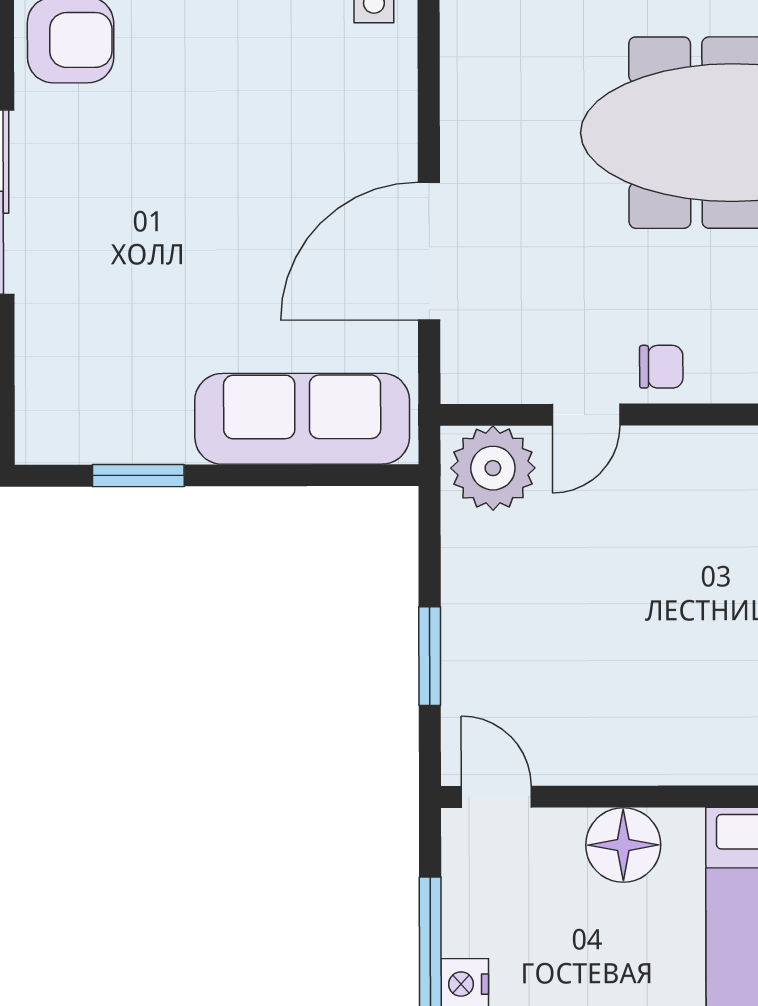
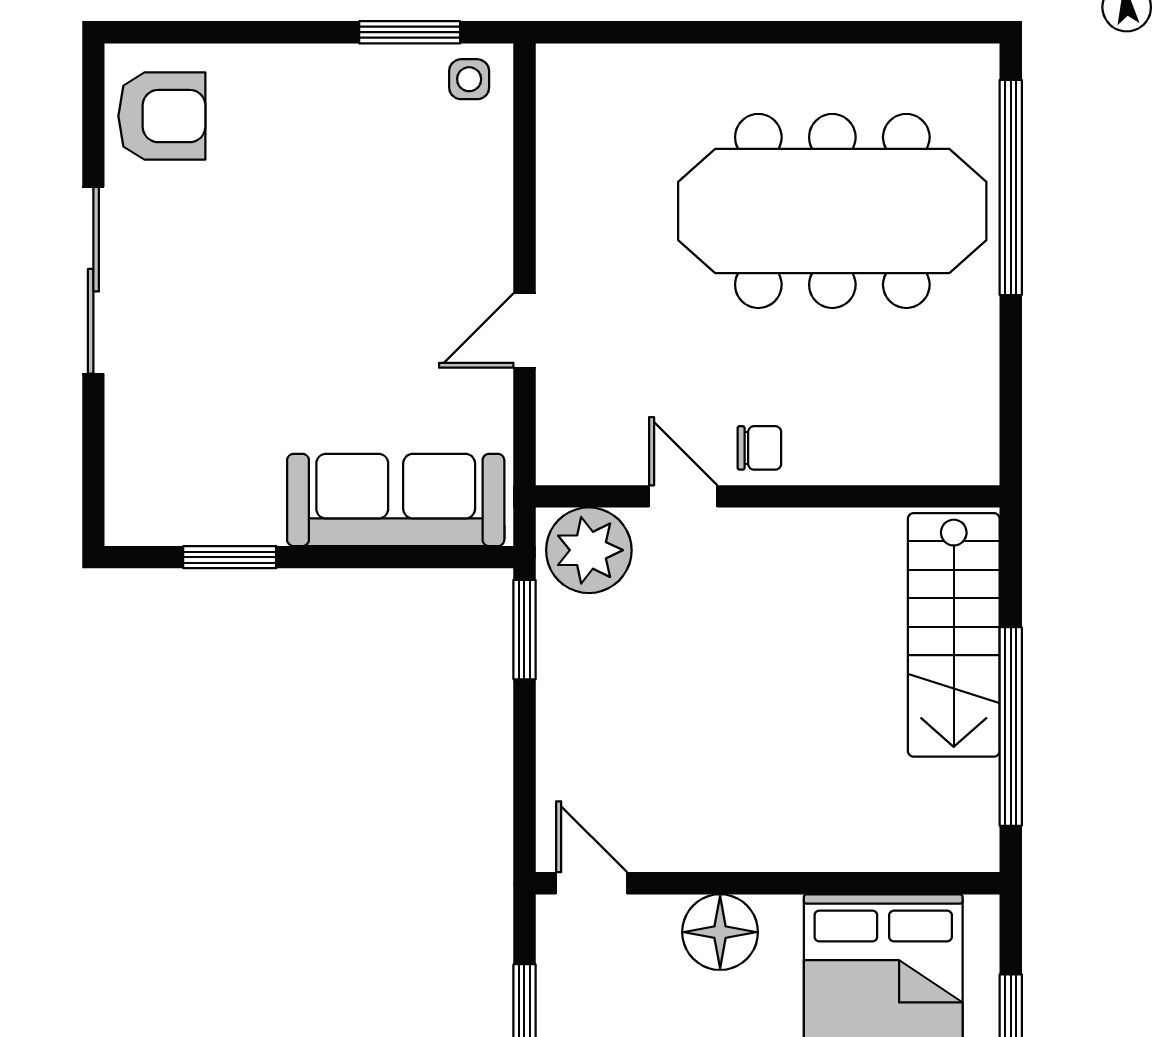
door: (429, 251) -> (524, 331), width x0.53
door: (586, 415) -> (683, 496), swing flipped
window: (430, 656) -> (524, 630), moved

